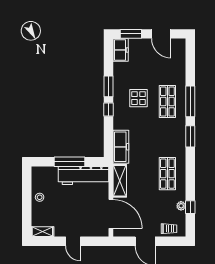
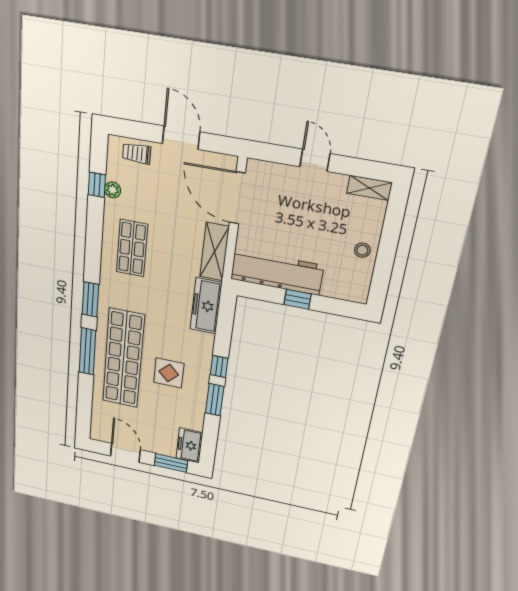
shop shelf: (167, 102) -> (123, 359), width x2.00, depth x1.36
window: (70, 162) -> (297, 299), width x0.46

